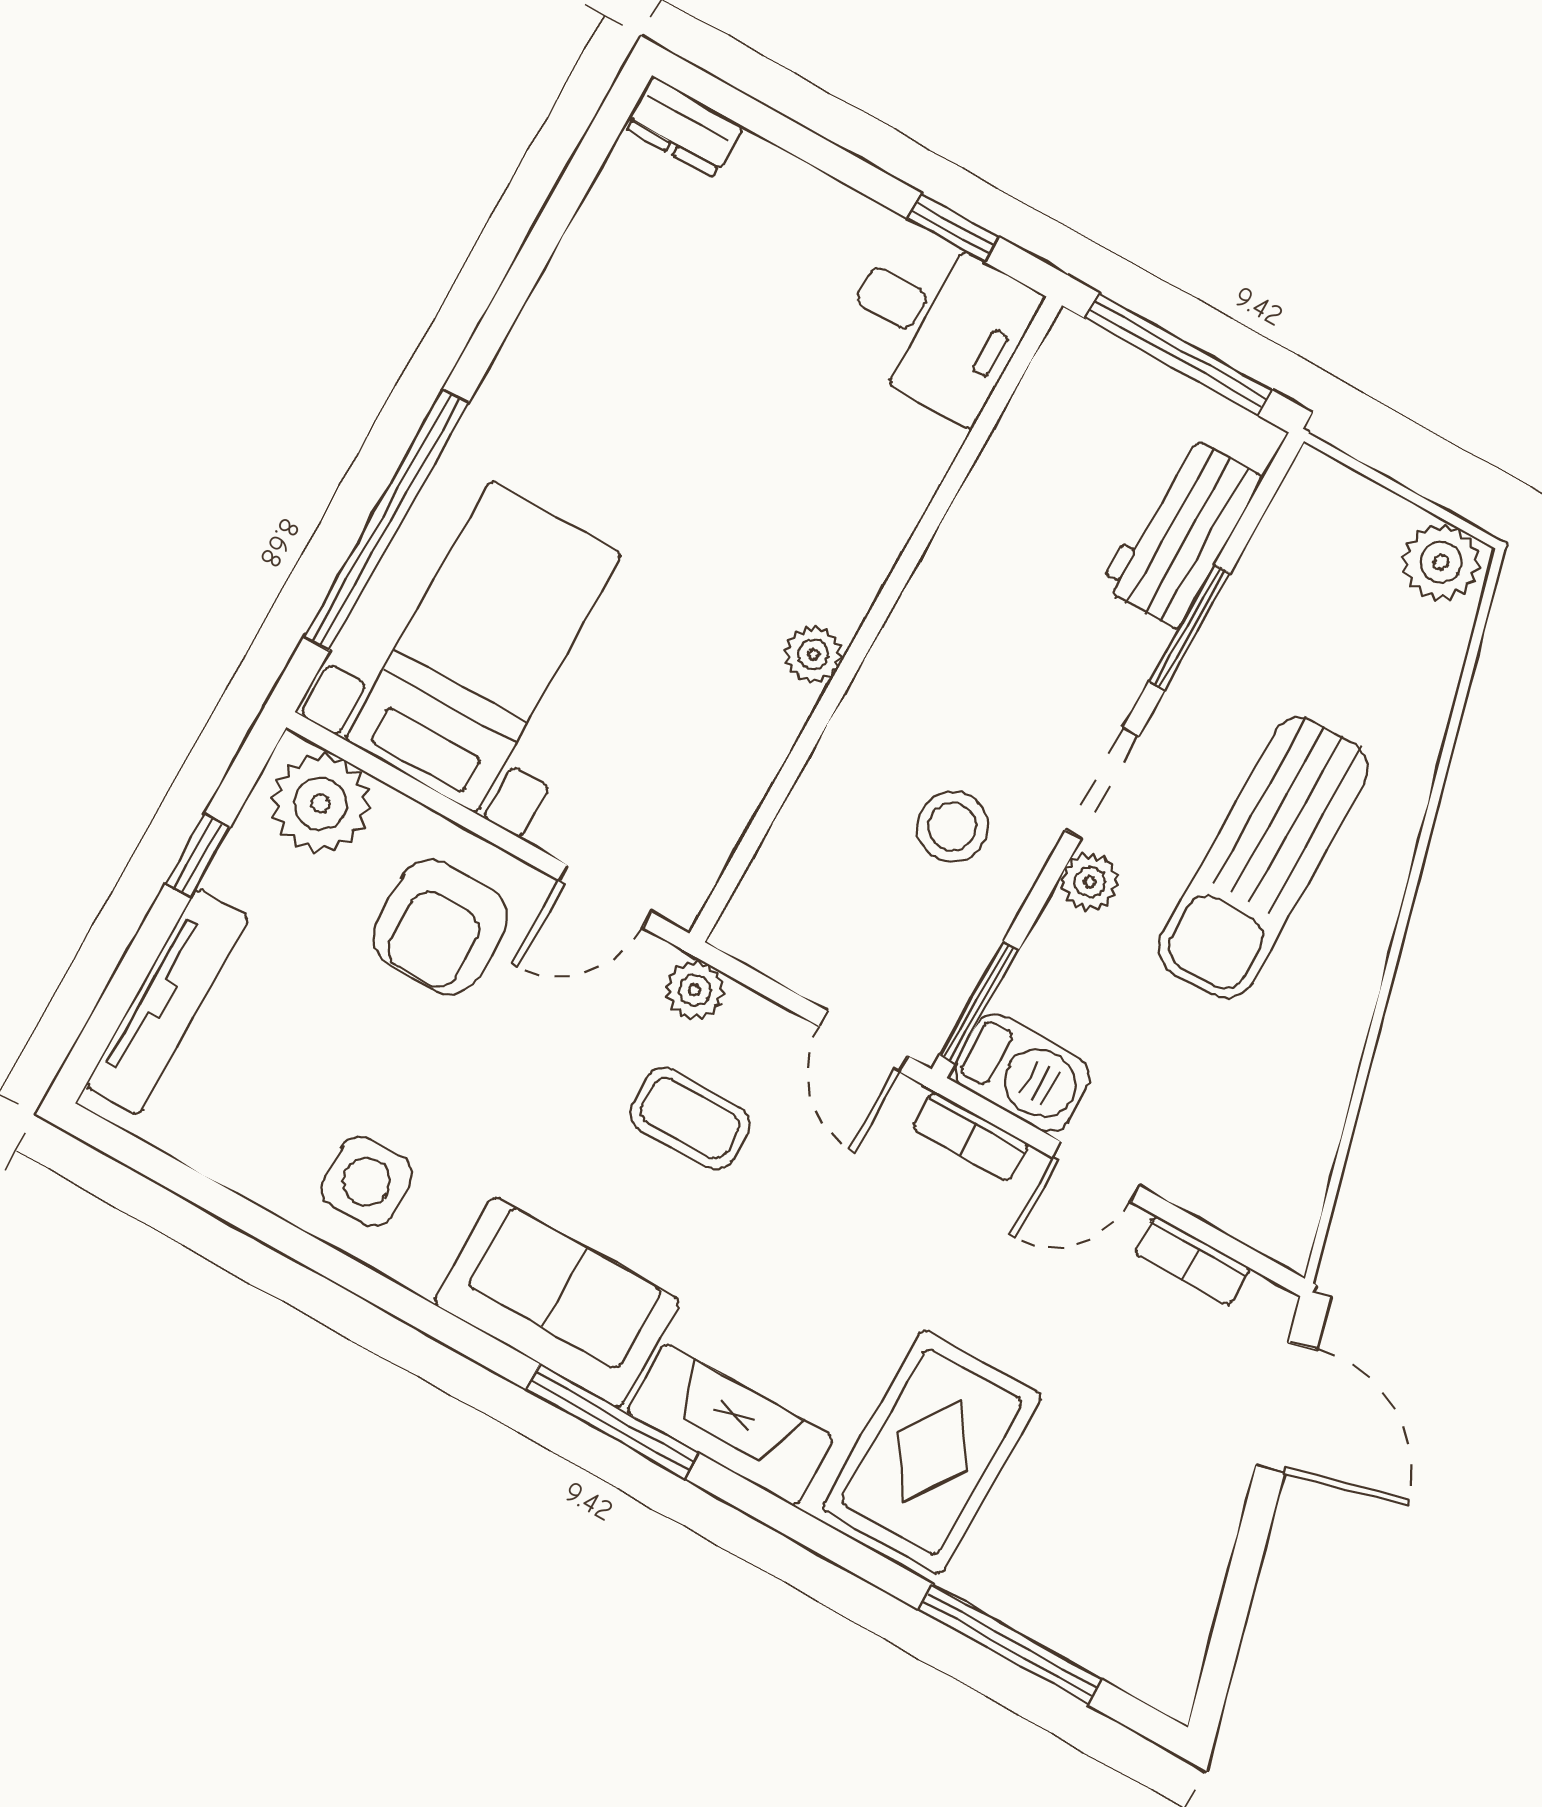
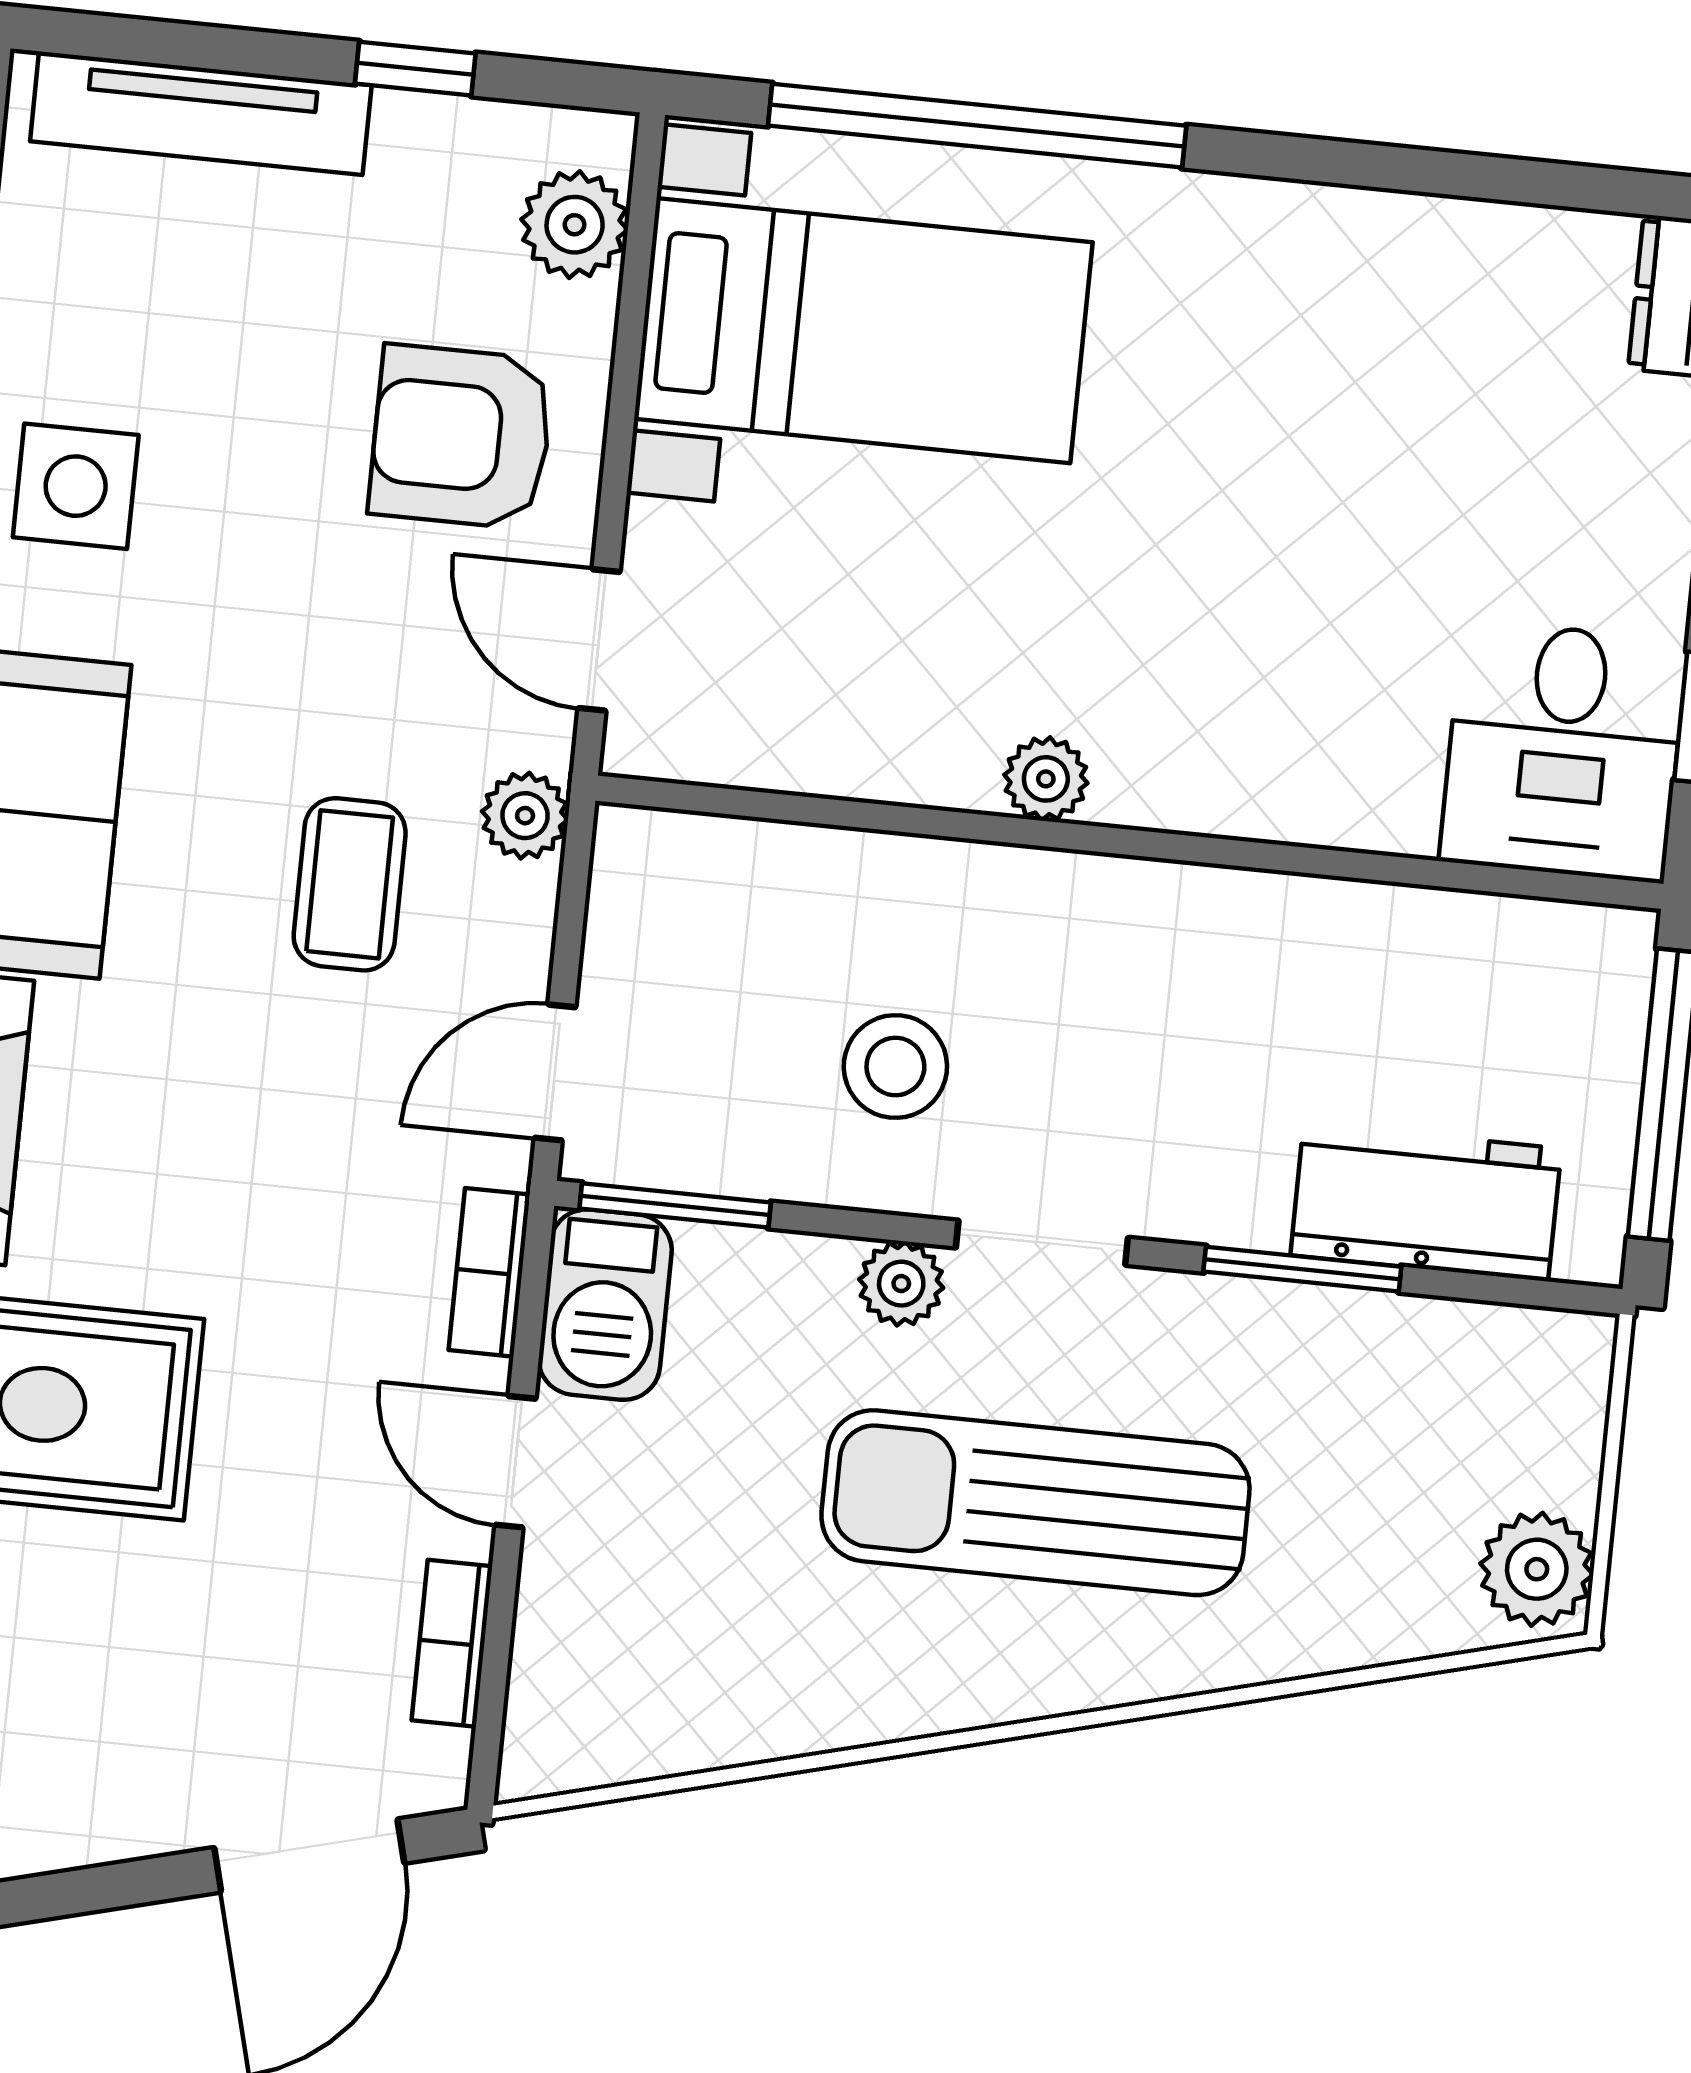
plant: (321, 804) -> (575, 225), width x0.73, depth x0.73

